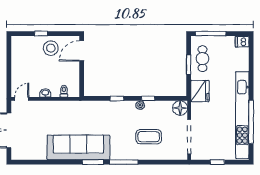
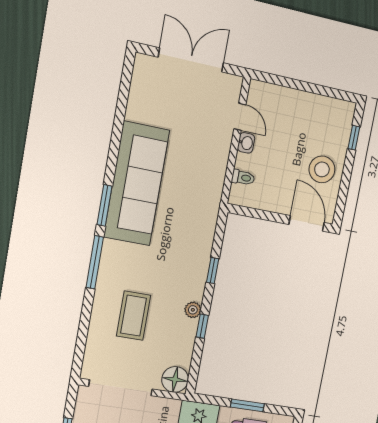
window: (41, 34) -> (354, 138), moved
door: (22, 99) -> (240, 117), moved

